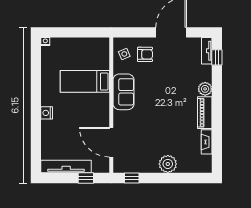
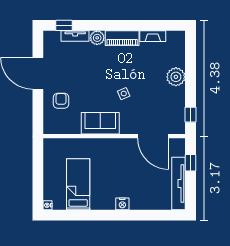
tv unit: (207, 51) -> (75, 36), moved
side table: (124, 54) -> (124, 94), moved
bed: (85, 81) -> (78, 184), moved, turned 180
door: (111, 142) -> (153, 136), hinge flipped

